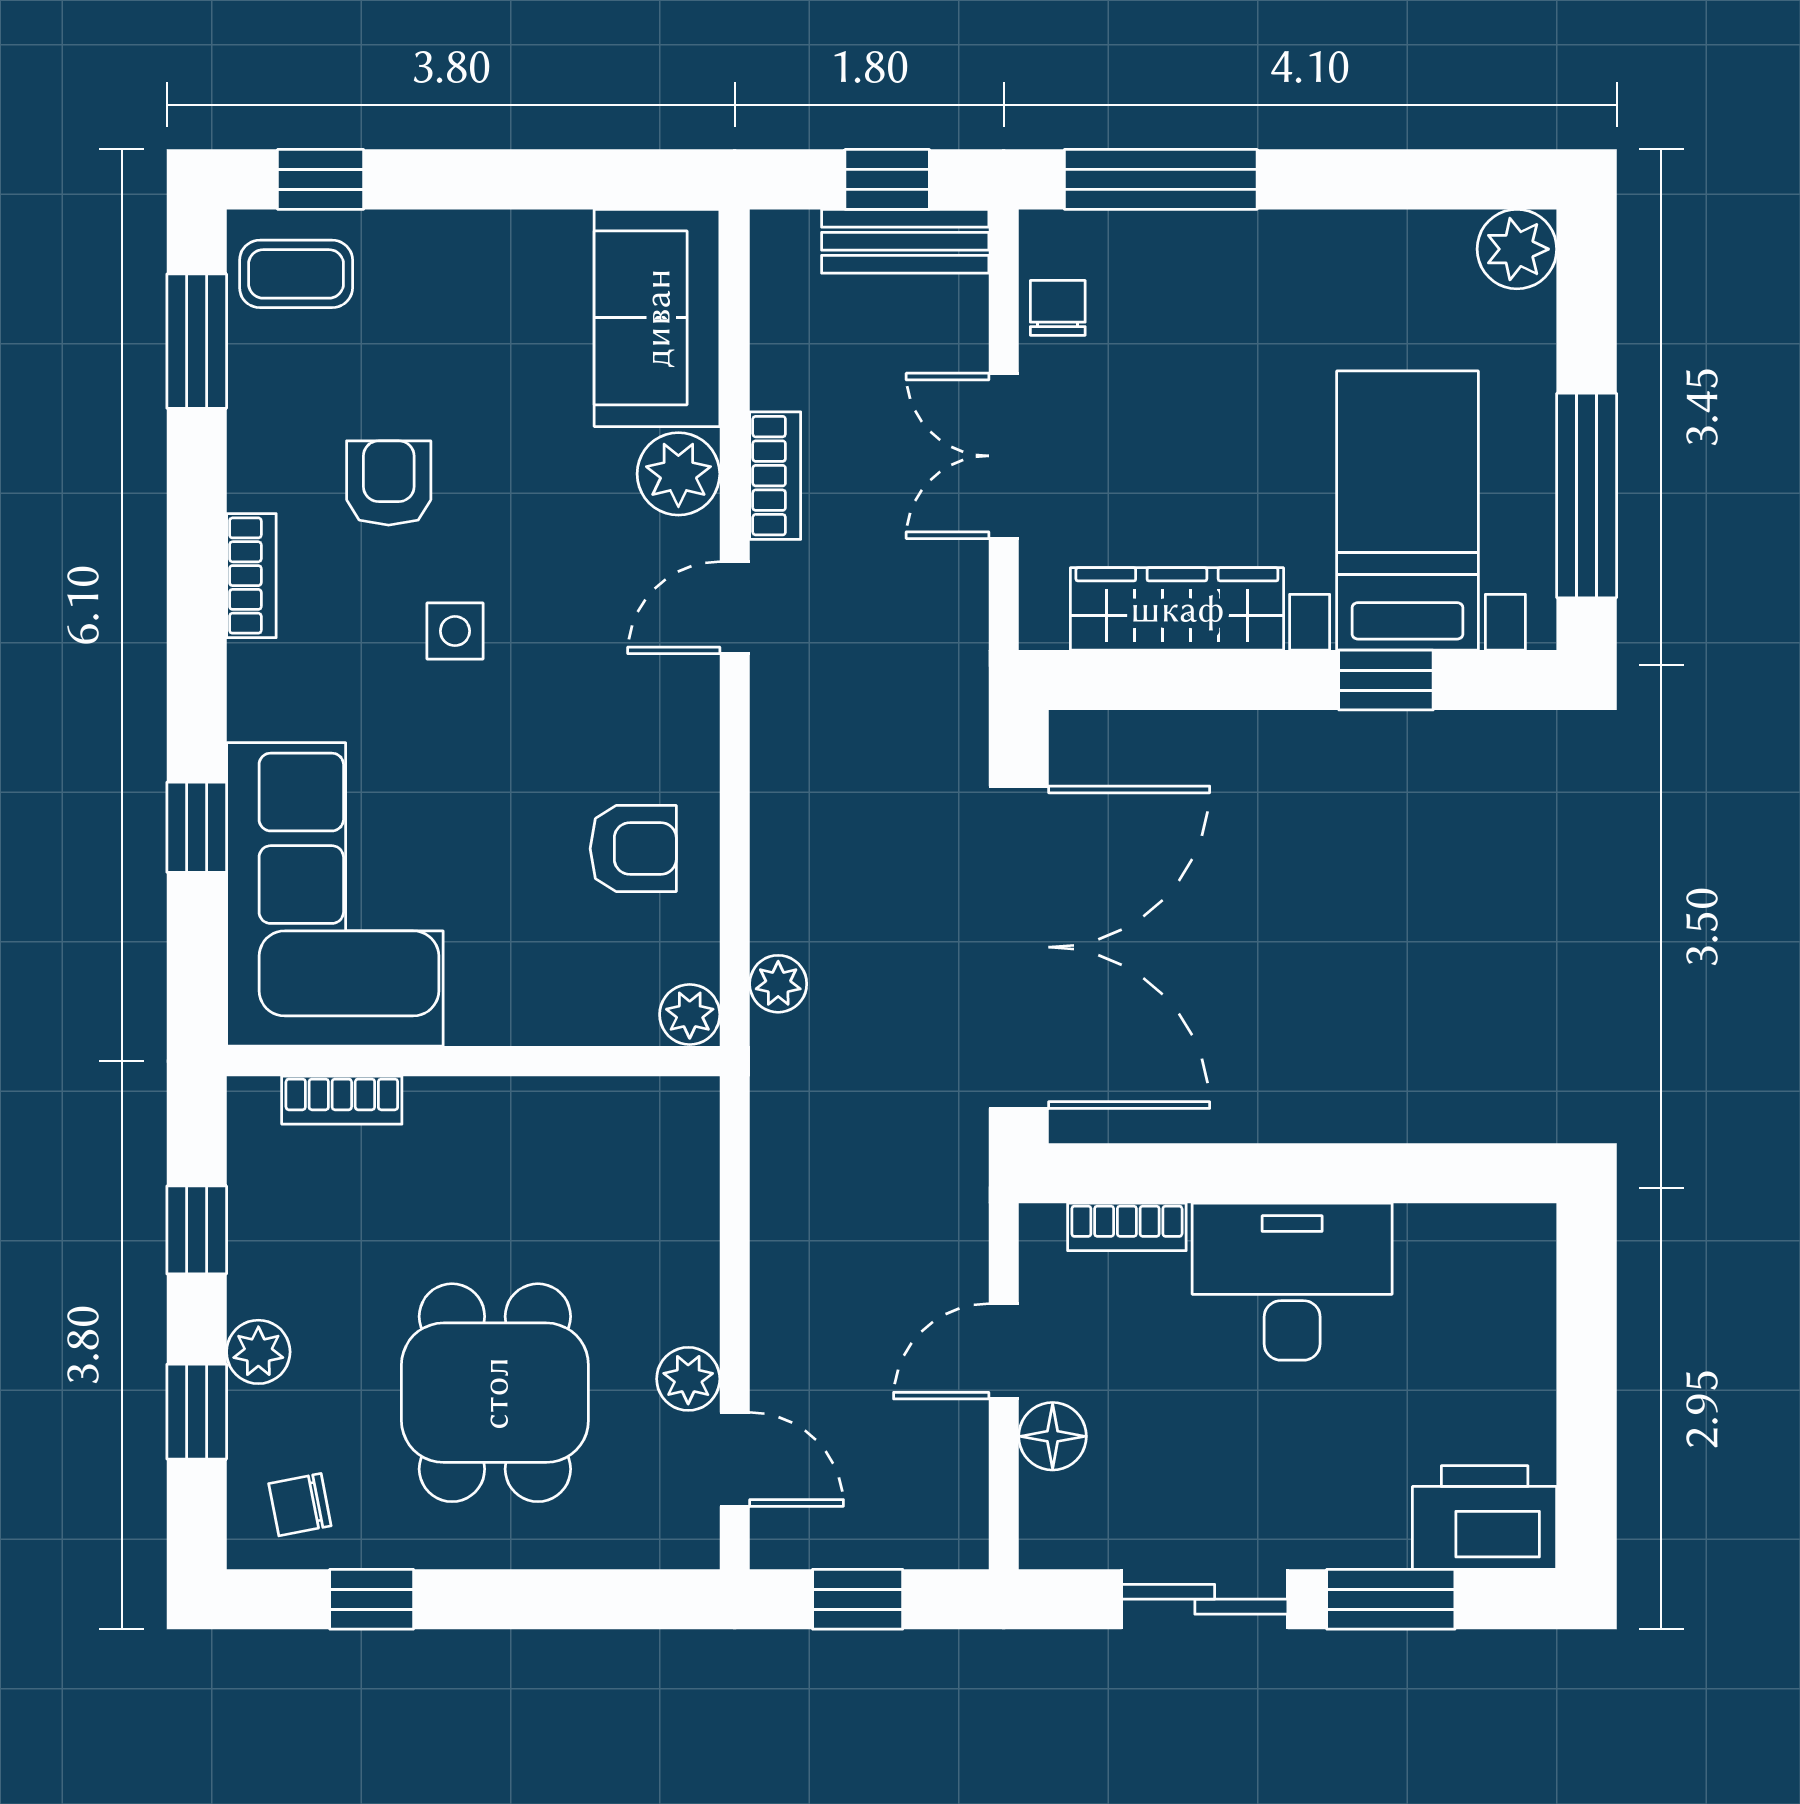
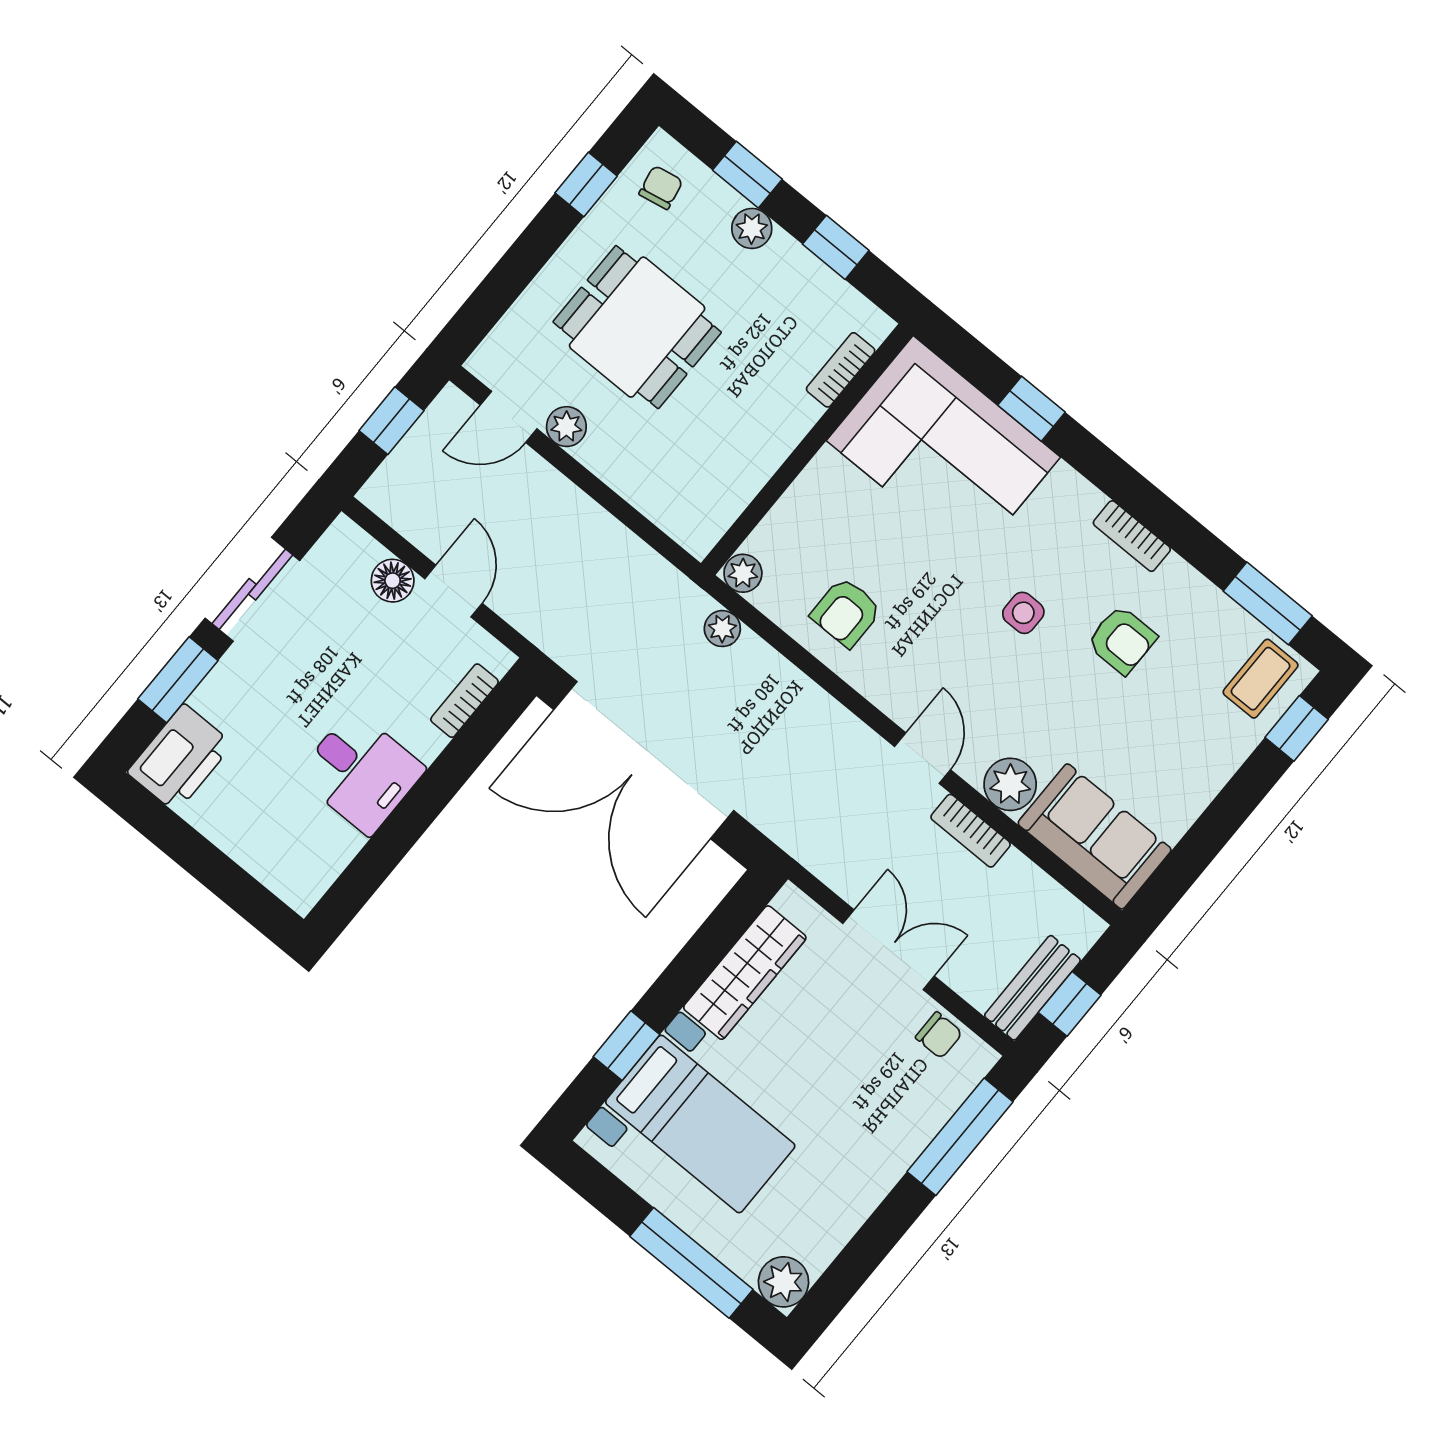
window: (1587, 495) -> (691, 1263), moved
desk: (1292, 1282) -> (361, 772), width x0.73

